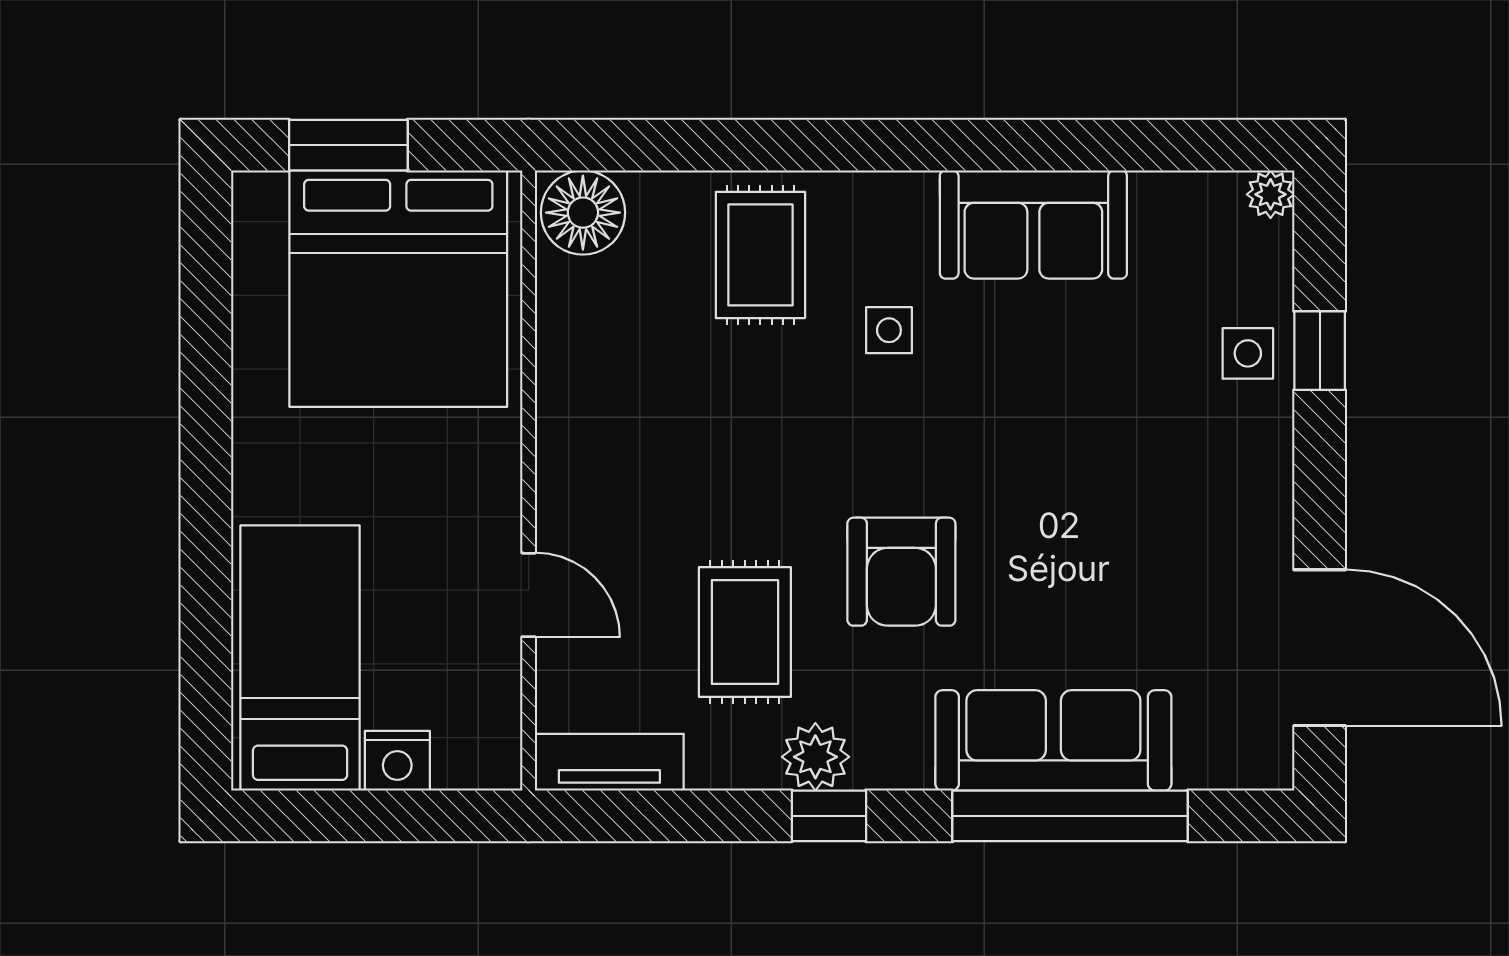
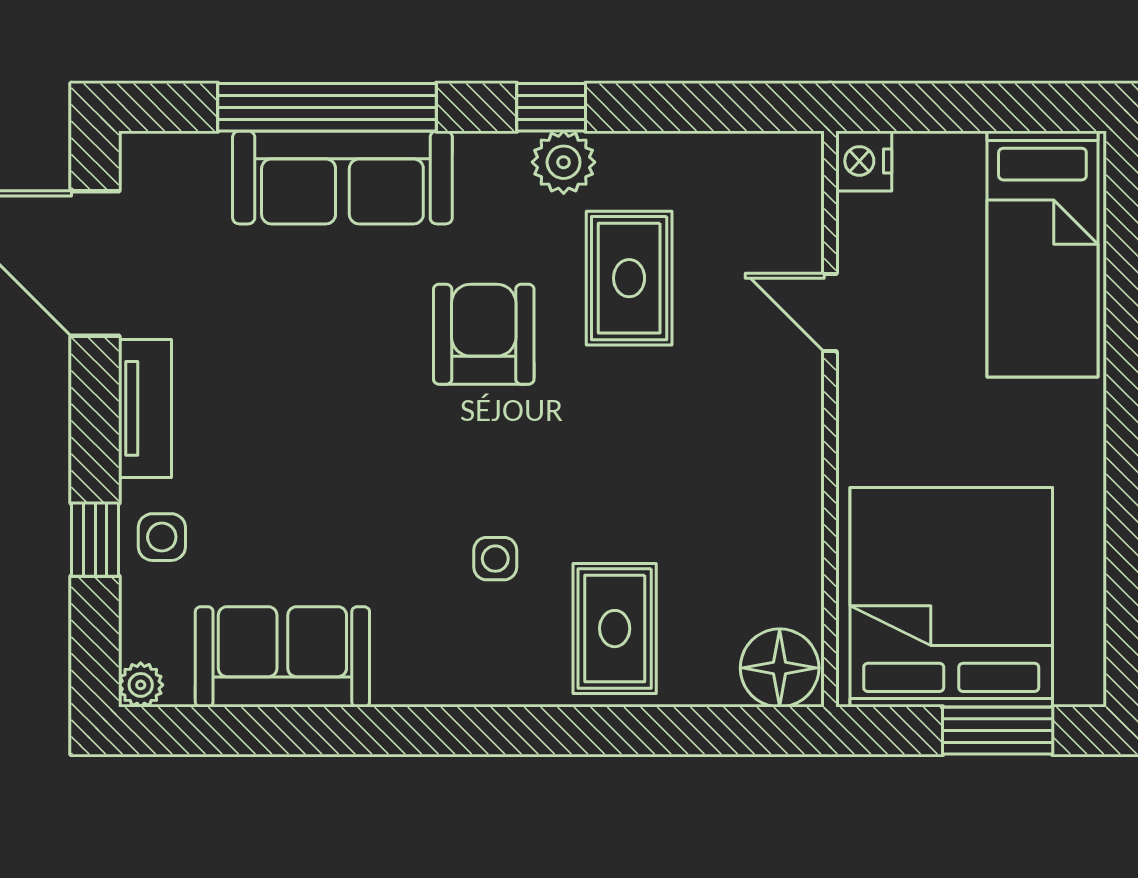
sofa: (1033, 224) -> (282, 657), moved
nightstand: (397, 761) -> (864, 161), moved, turned -90
tv unit: (609, 762) -> (145, 408), moved, turned -90

